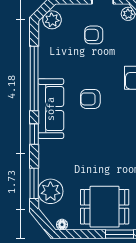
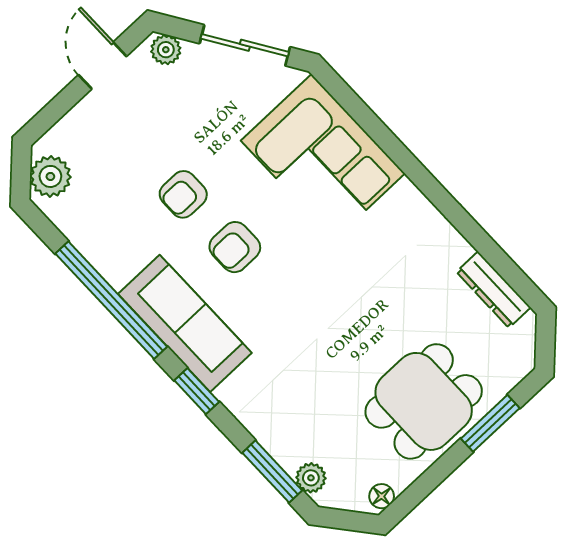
armchair: (94, 35) -> (183, 194), moved
plant: (50, 191) -> (311, 478), width x0.53, depth x0.53

